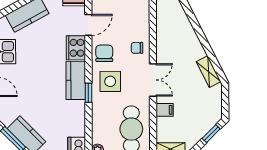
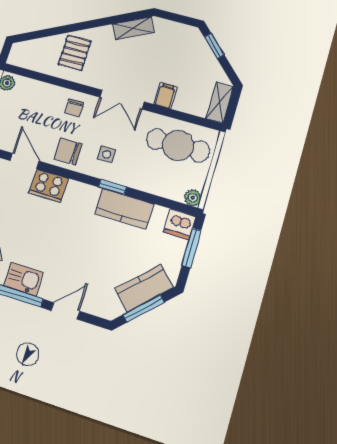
pallet: (178, 35) -> (75, 53), added
kitchen counter: (76, 80) -> (124, 209), moved
double door: (153, 80) -> (122, 99), swing flipped
side table: (110, 81) -> (107, 154), width x0.54, depth x0.54

